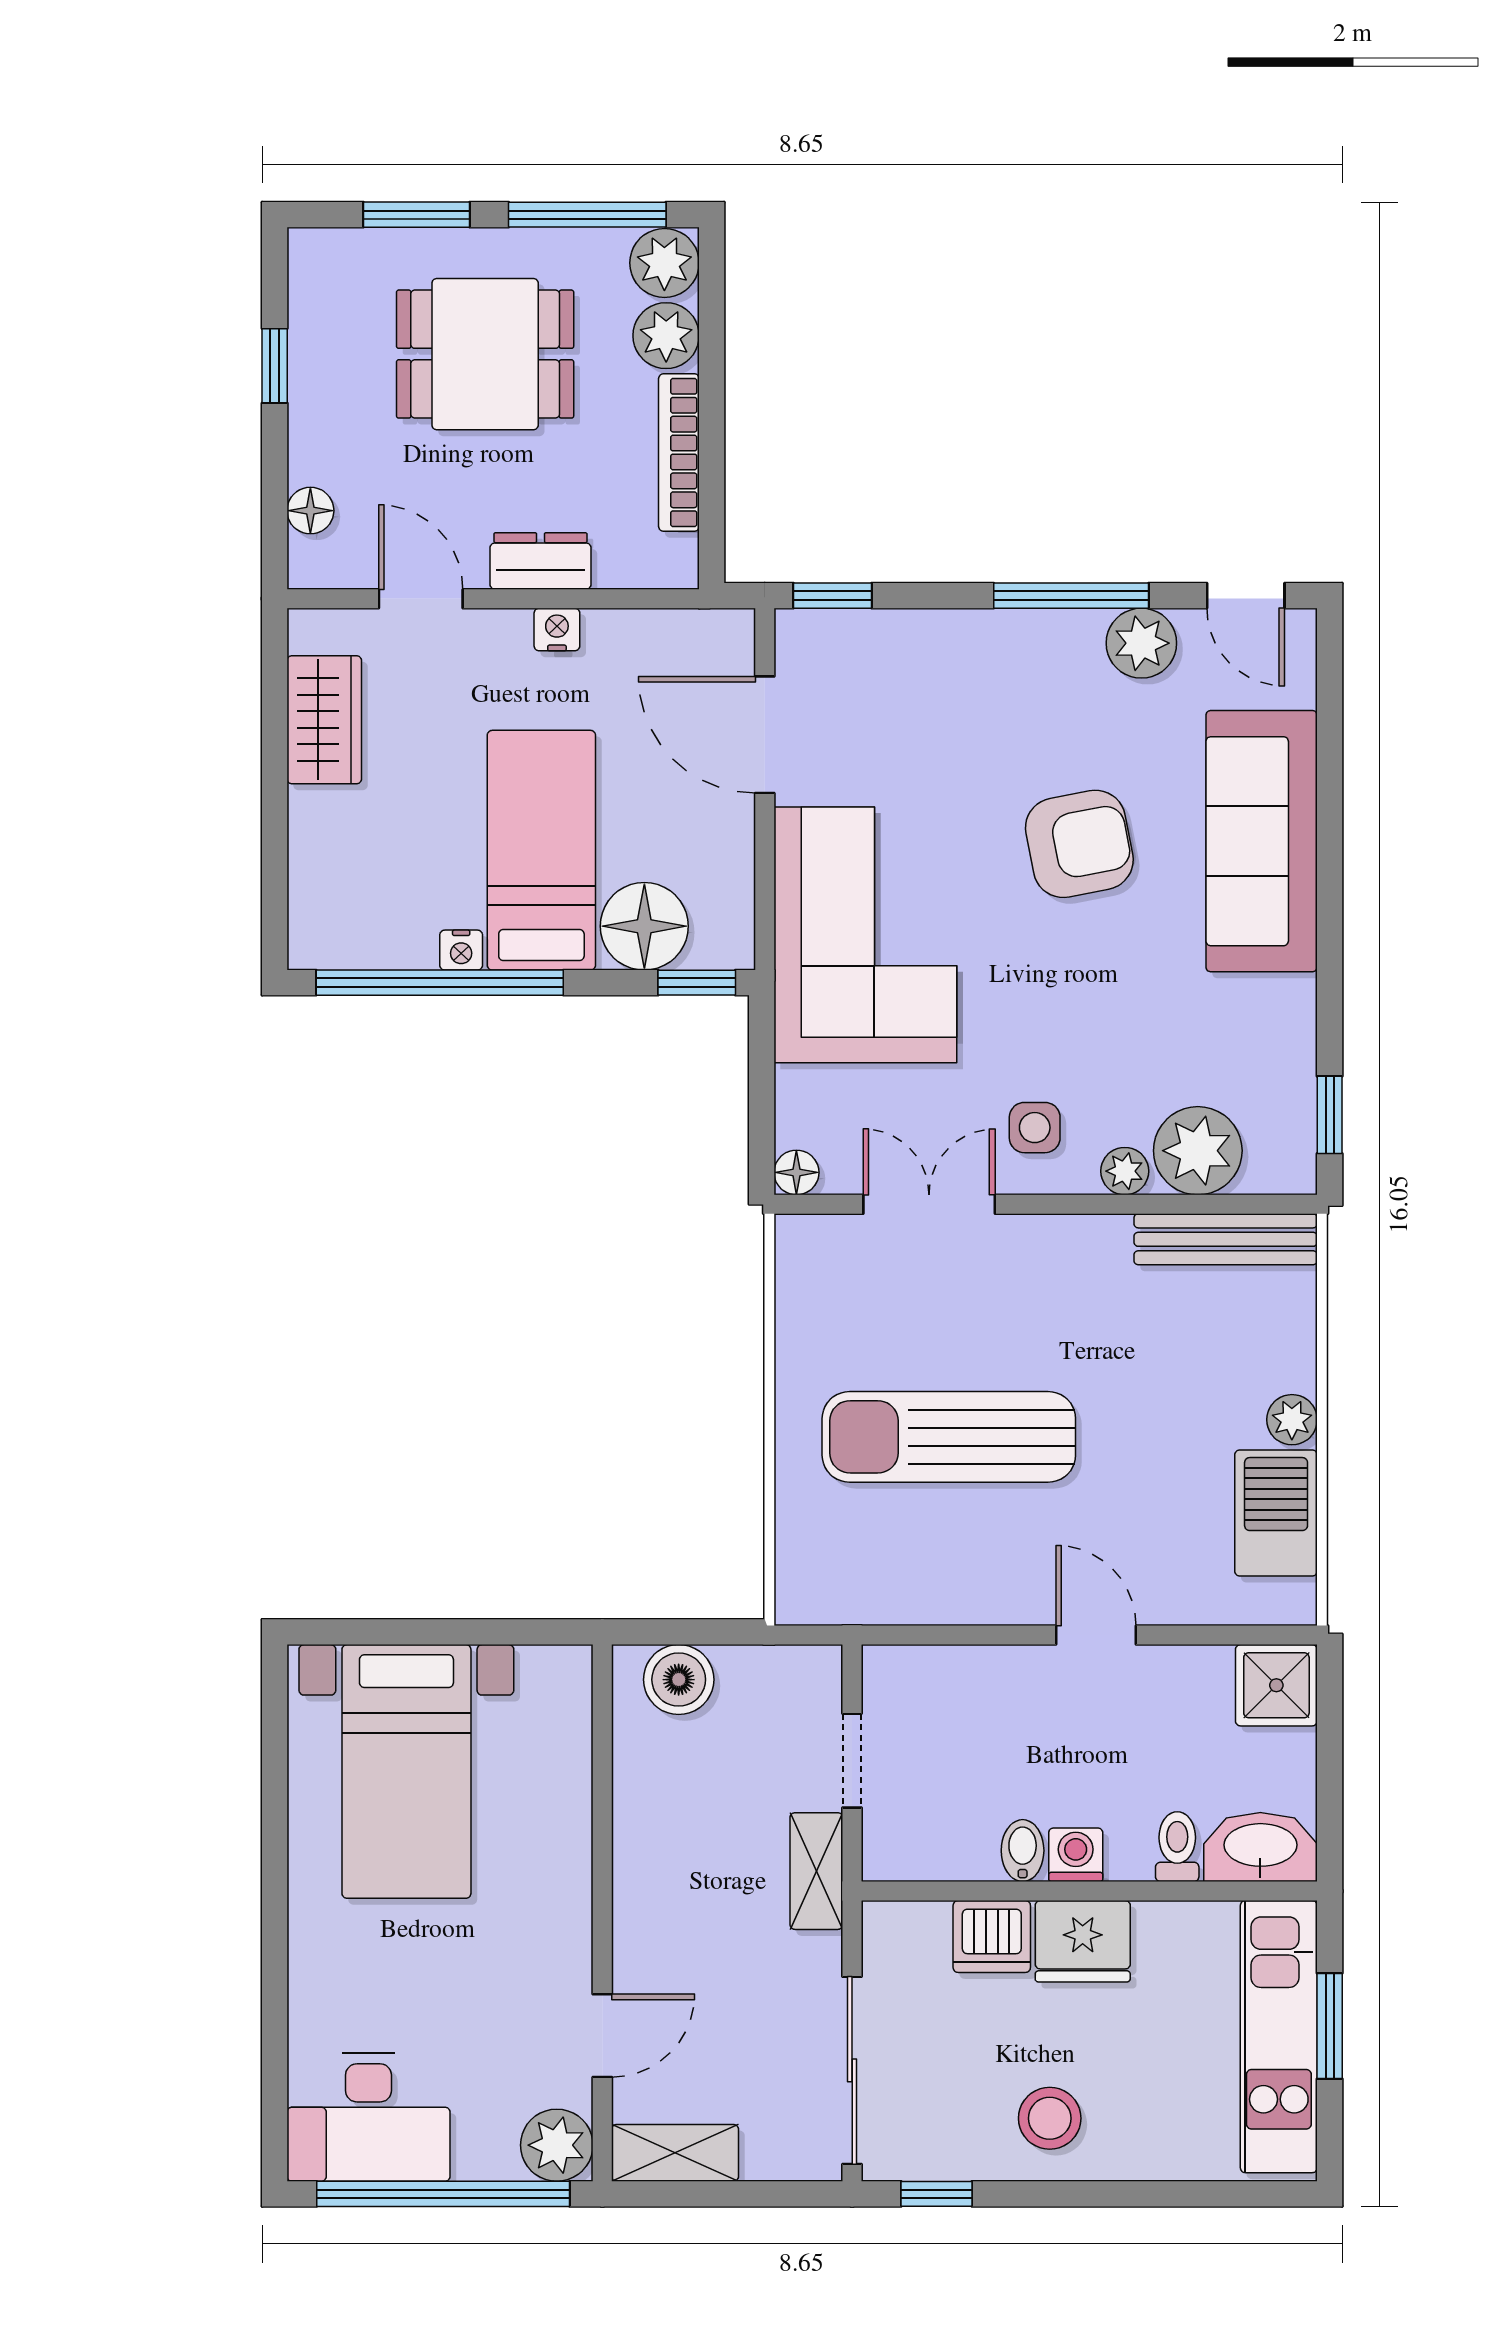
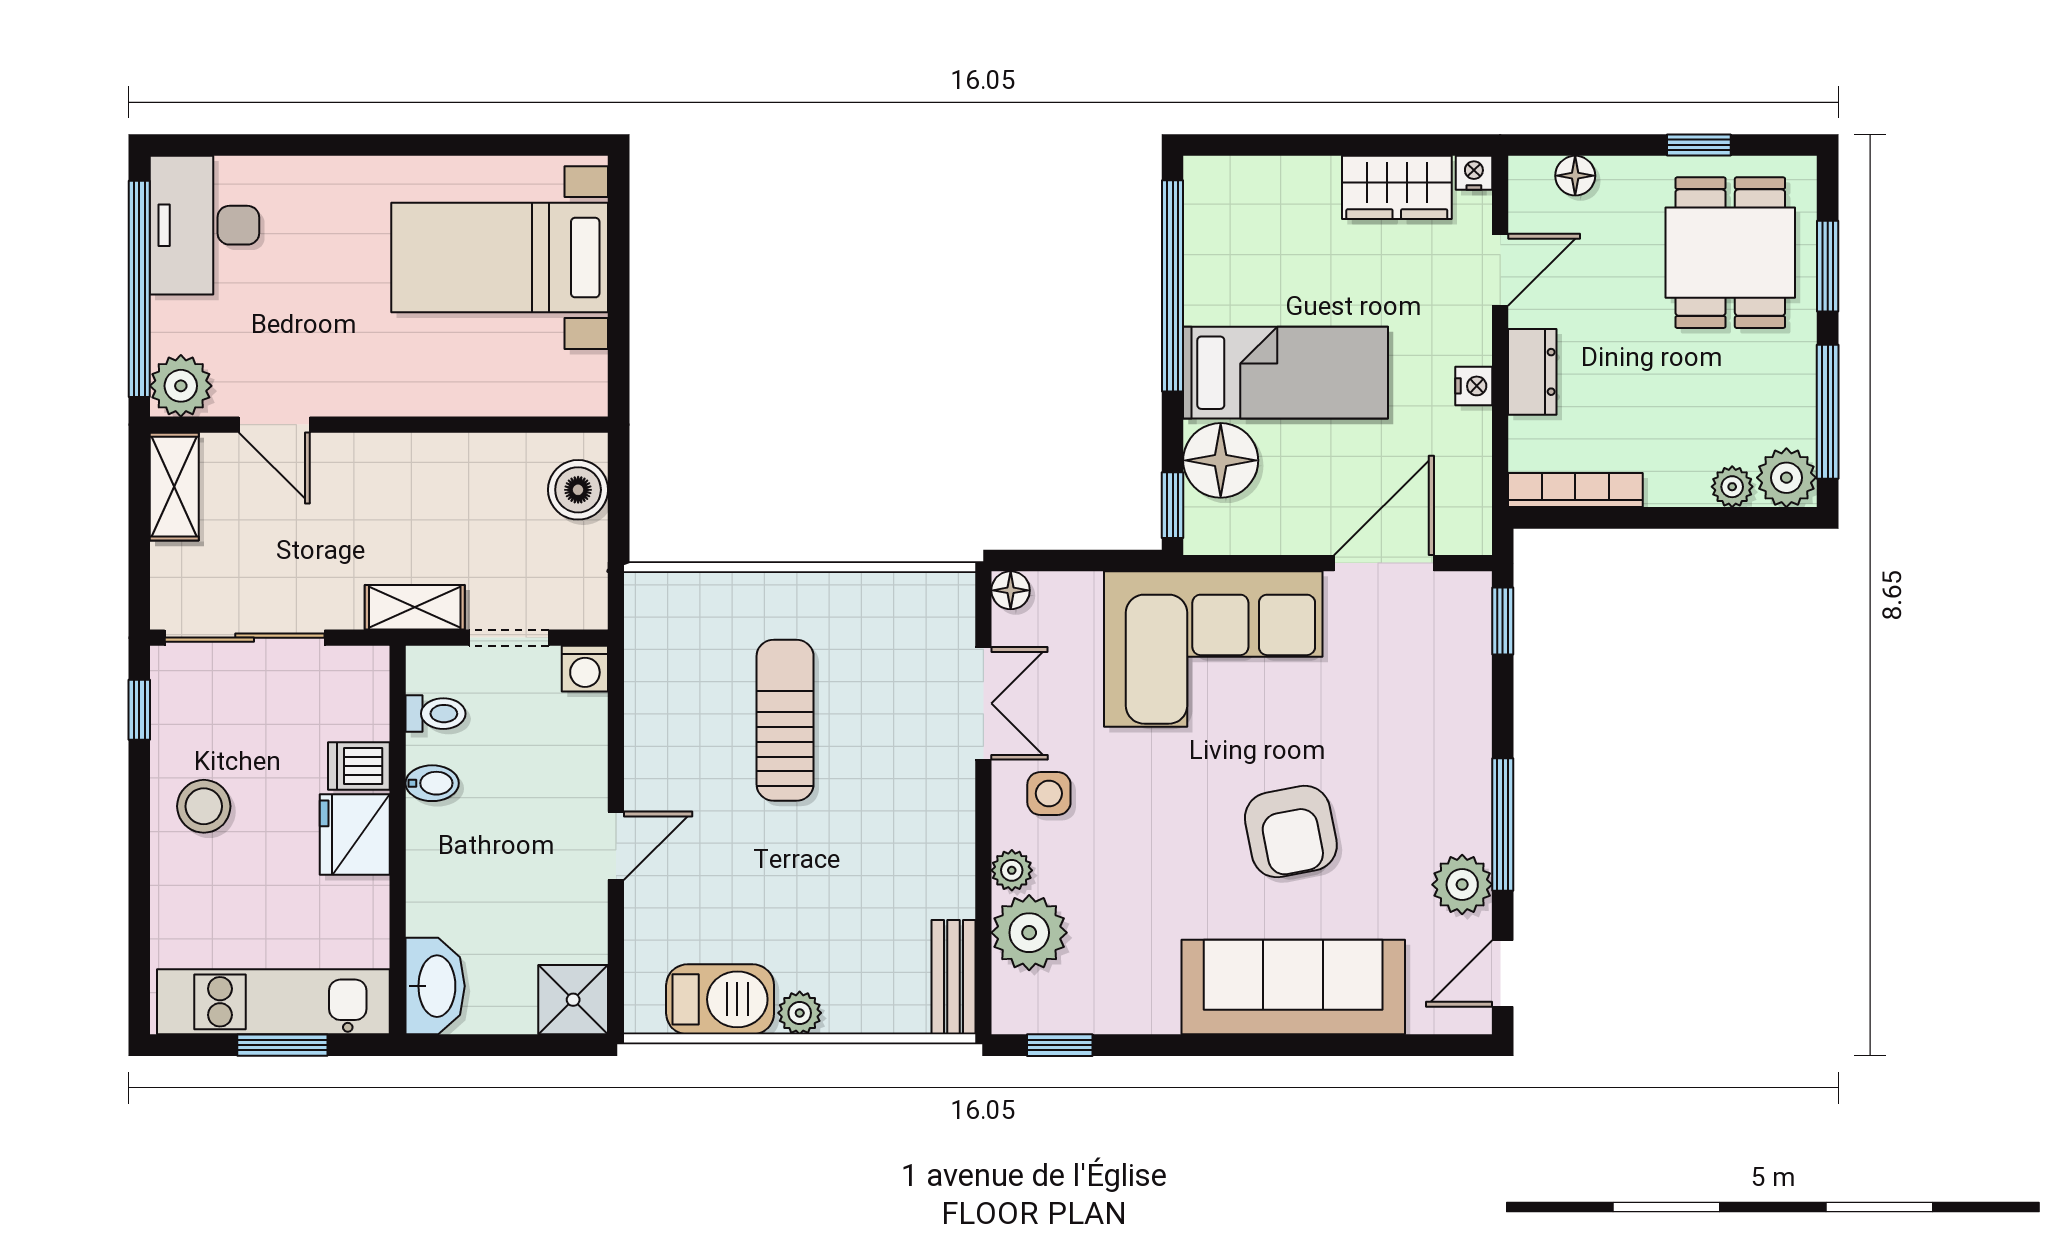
plant: (666, 336) -> (1732, 487), width x0.73, depth x0.73
dining table: (485, 354) -> (1730, 253), moved
bookcase: (679, 453) -> (1575, 490), moved
nightstand: (461, 950) -> (1474, 173), moved, turned 90
bench: (1226, 1239) -> (954, 977), width x0.73
sun lounger: (949, 1437) -> (785, 720), width x0.73, depth x0.75
toilet: (1177, 1847) -> (435, 714), moved
washing machine: (1076, 1855) -> (585, 669), moved, turned 90
dishwasher: (992, 1937) -> (359, 766), width x0.73

